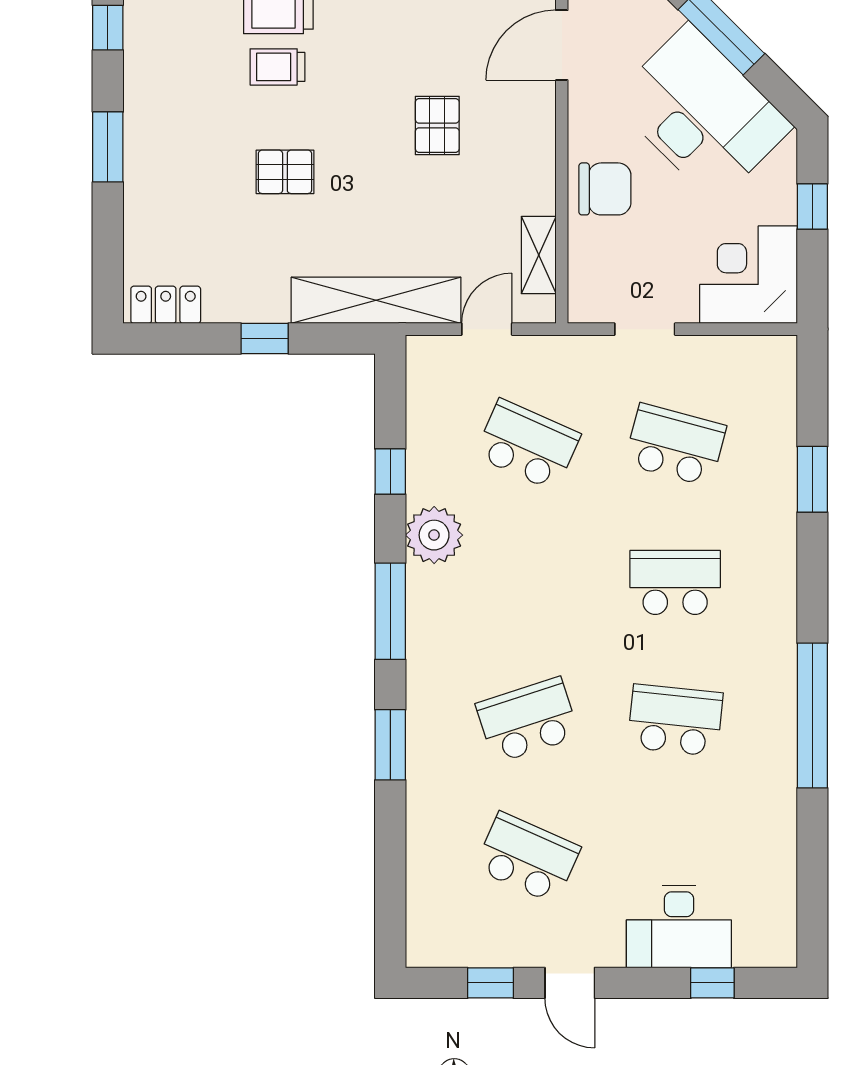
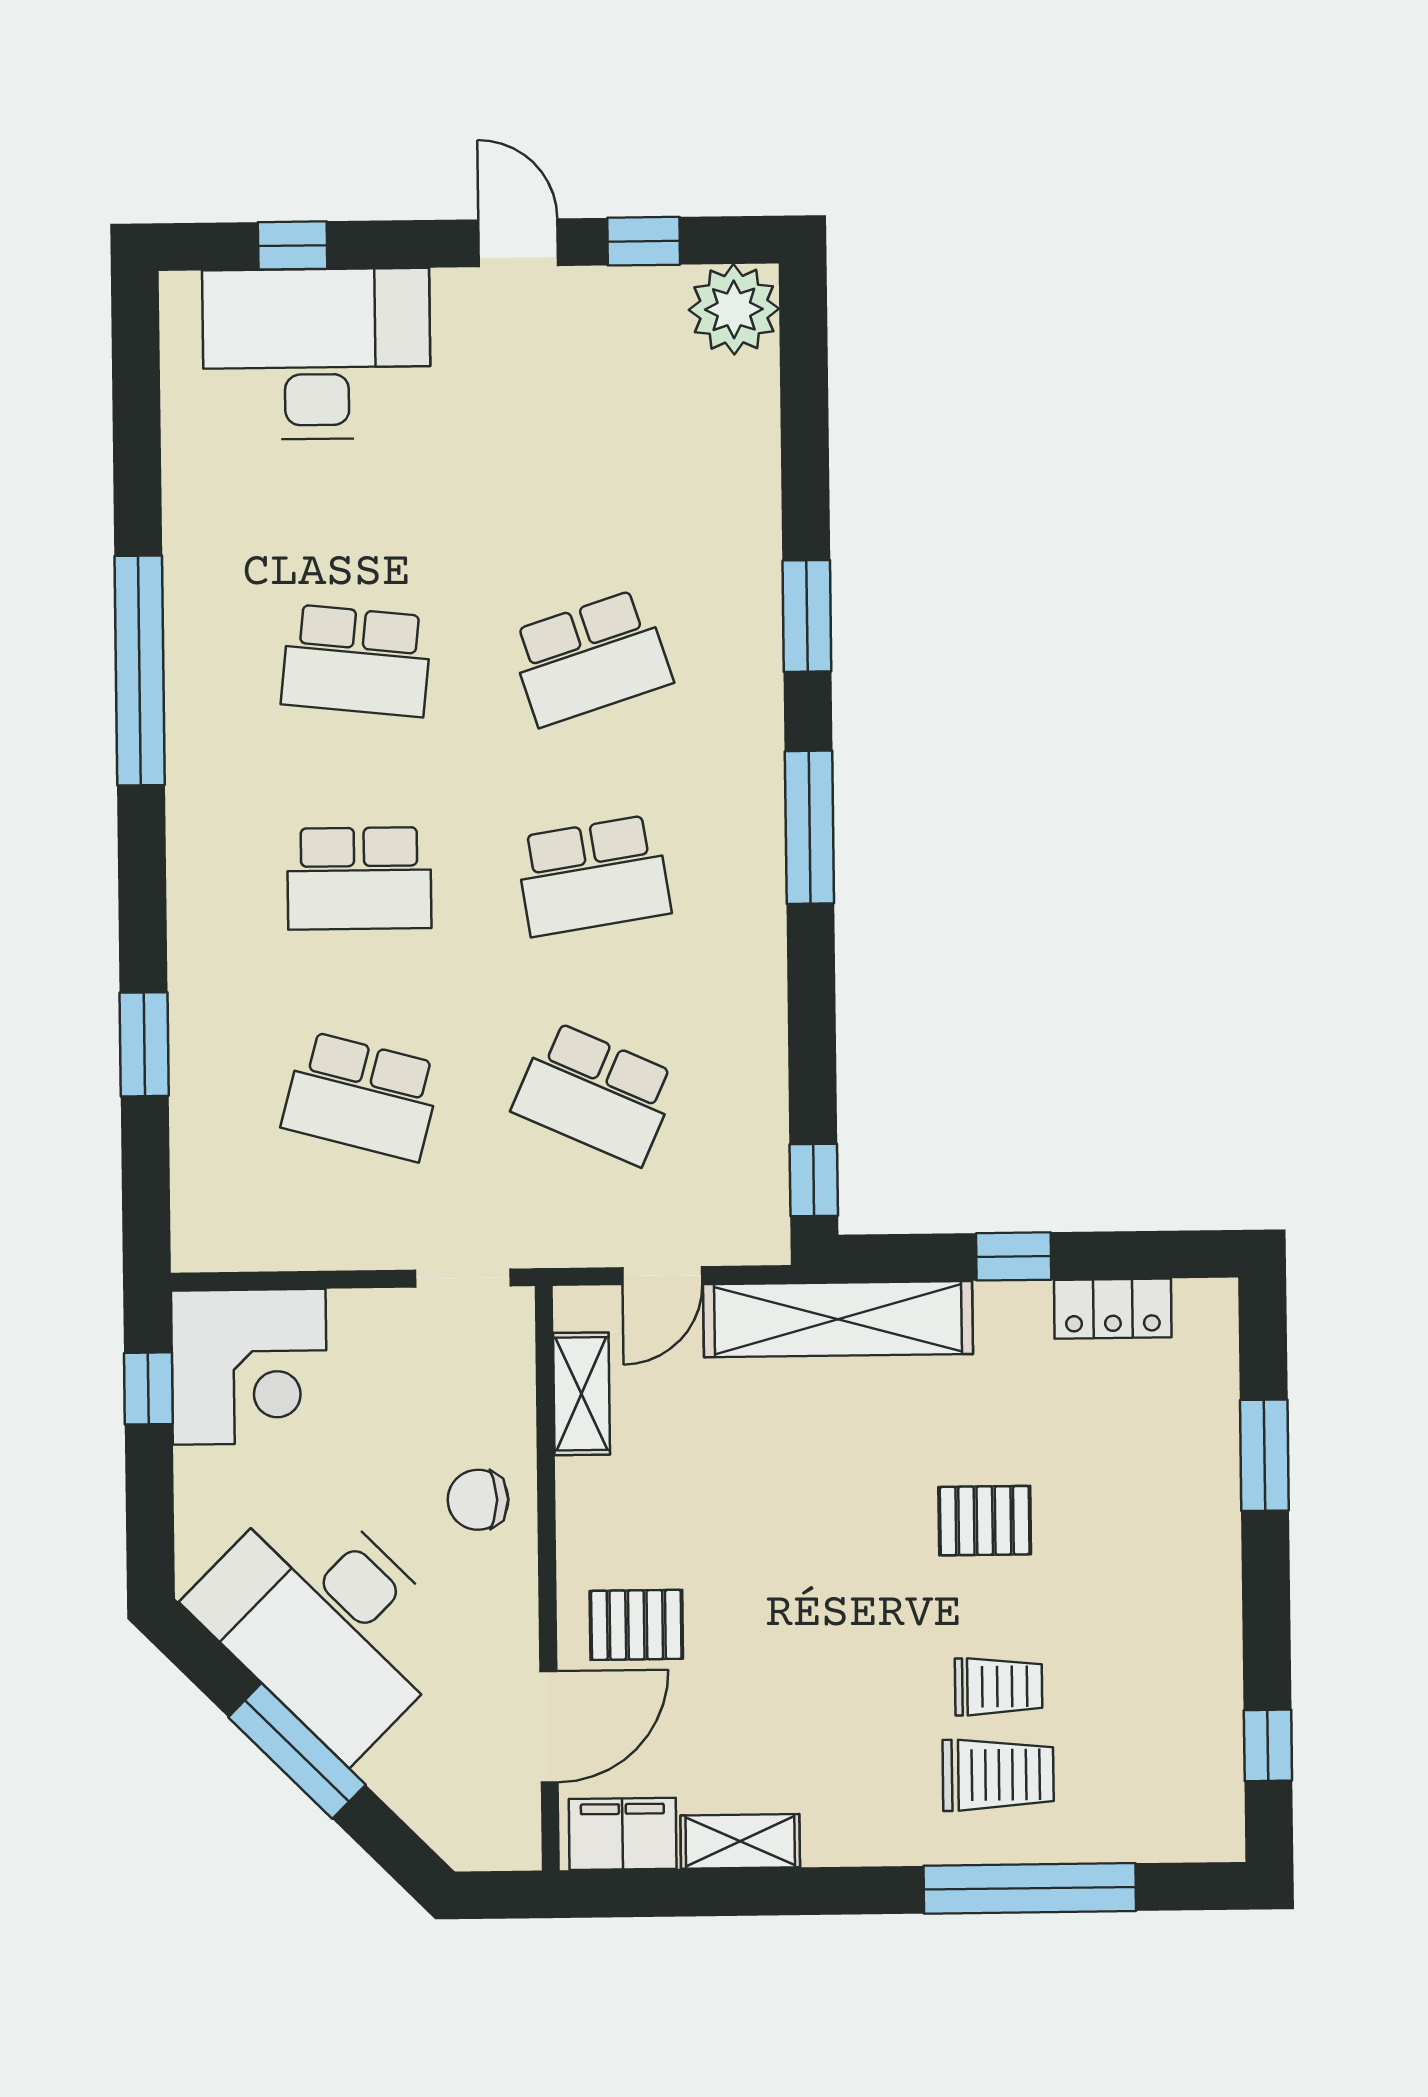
pallet: (437, 125) -> (636, 1625), moved, turned 90
window: (108, 147) -> (1264, 1455), moved
chair: (605, 189) -> (478, 1500), width x0.73, depth x0.73
window: (812, 206) -> (148, 1388), moved
locker: (166, 305) -> (1113, 1309), moved
doorway: (645, 329) -> (463, 1278), moved
window: (390, 472) -> (814, 1180), moved
plant: (434, 535) -> (734, 309), moved
school desk: (527, 858) -> (593, 875), moved, turned -33
desk: (679, 927) -> (317, 354), width x1.36, depth x1.30

